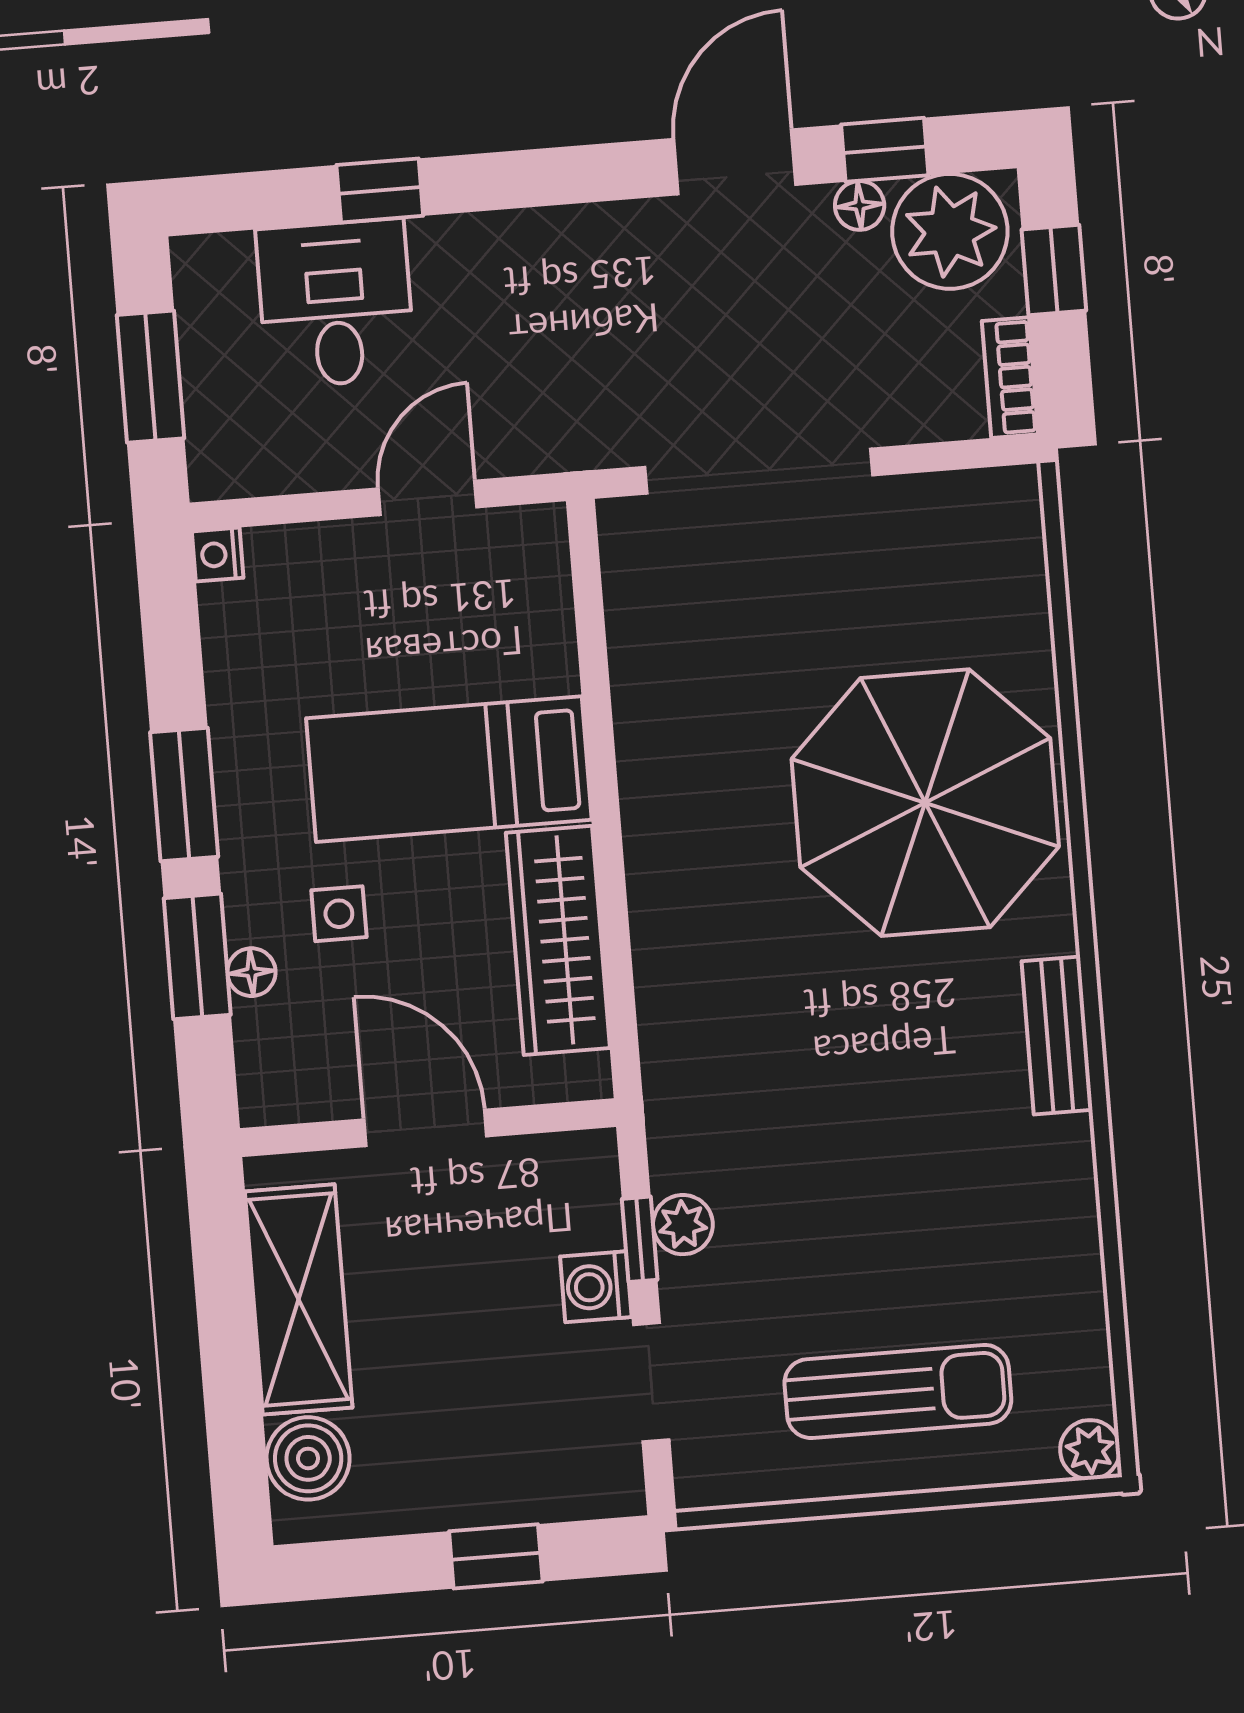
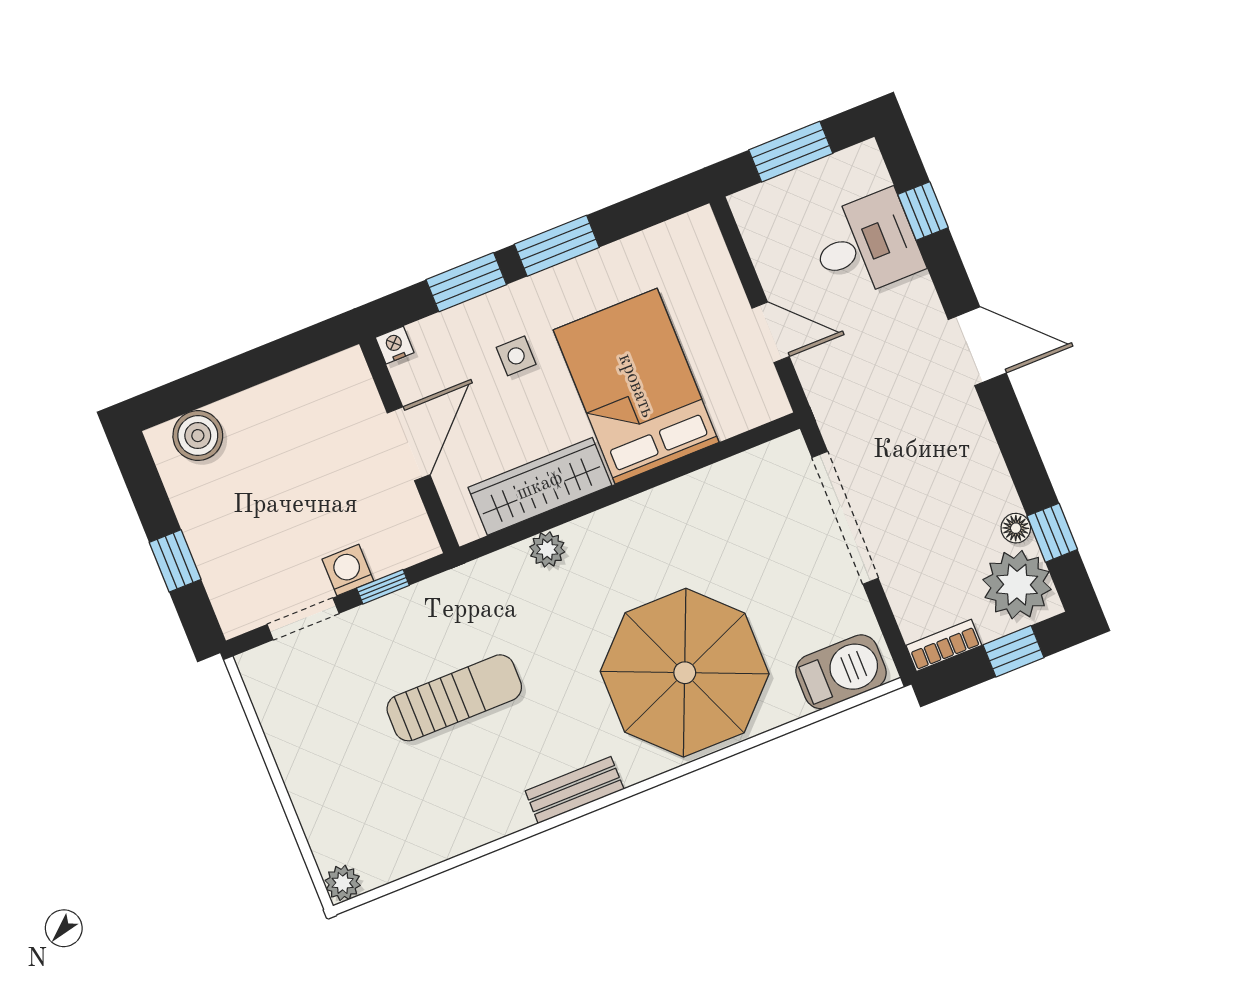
door: (735, 162) -> (977, 346), moved
window: (380, 190) -> (923, 211), moved
barbecue: (1001, 554) -> (841, 672), added
nightstand: (218, 555) -> (395, 345), moved
bed: (449, 769) -> (636, 386), width x1.50
floor lamp: (251, 972) -> (467, 316), removed
plant: (683, 1225) -> (547, 549), moved
shelving: (299, 1299) -> (287, 402), removed
sun lounger: (898, 1391) -> (454, 698), moved, turned -90

